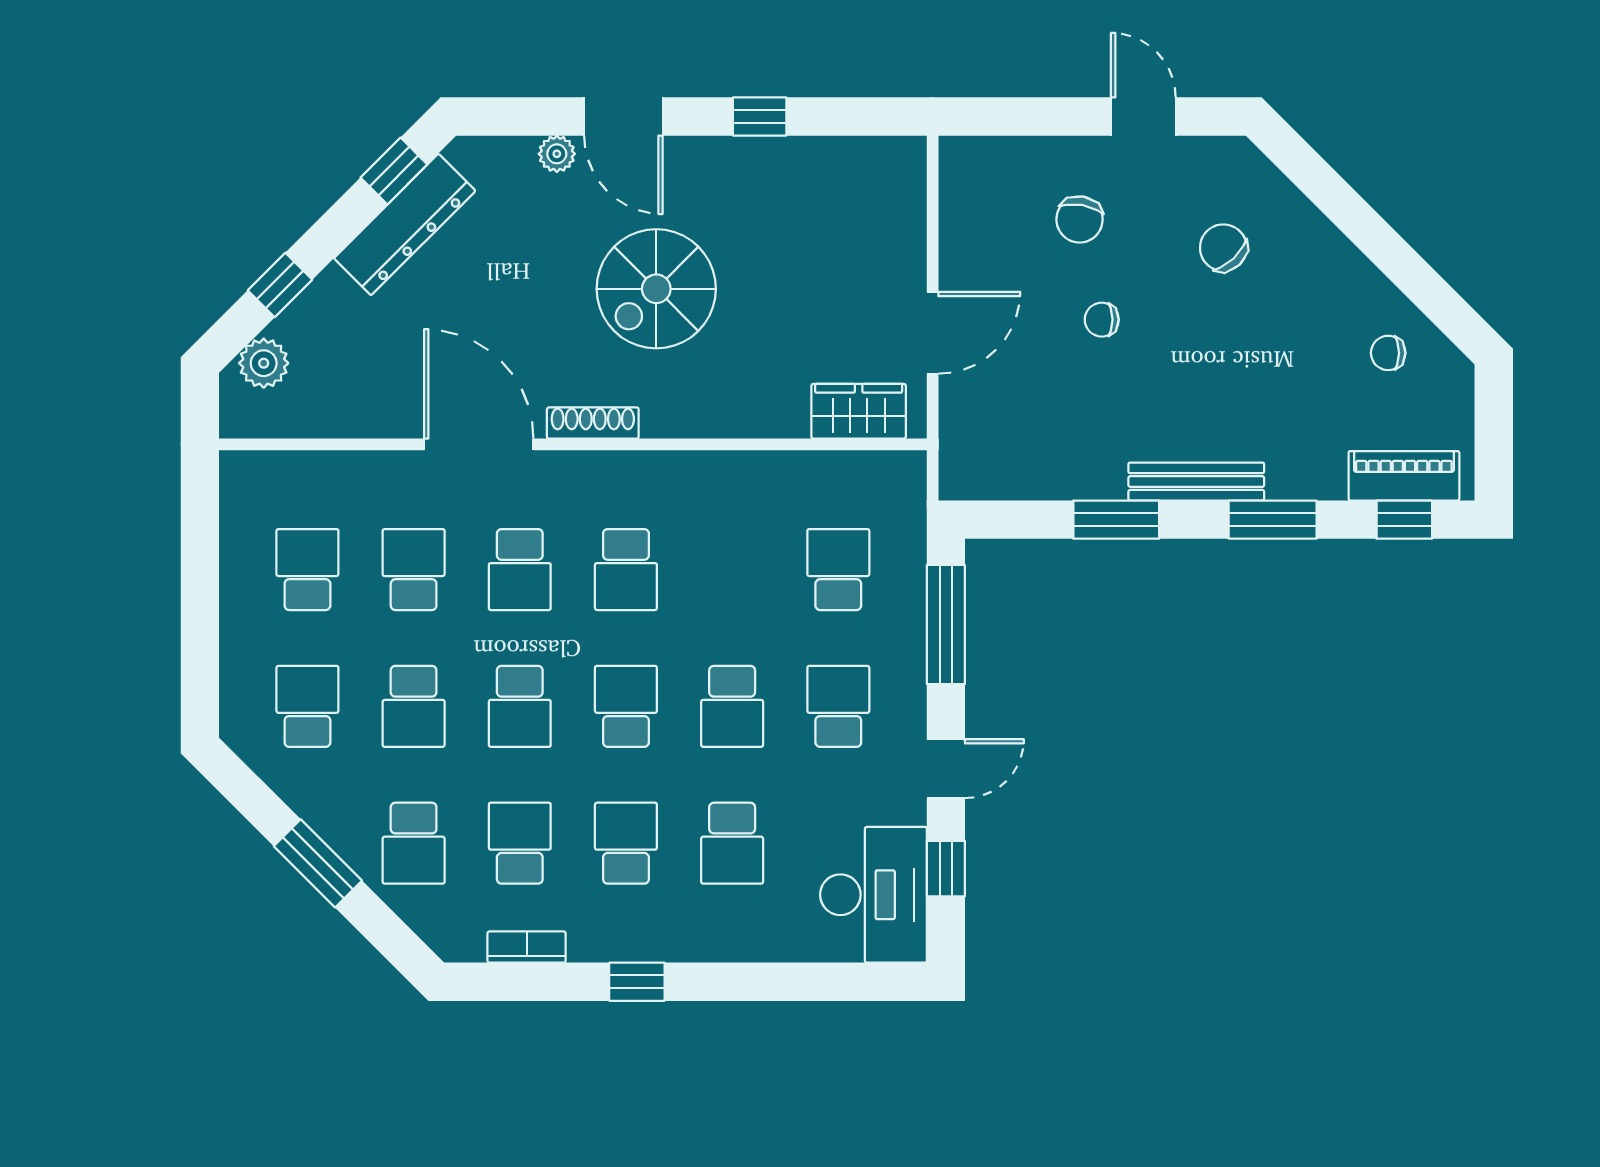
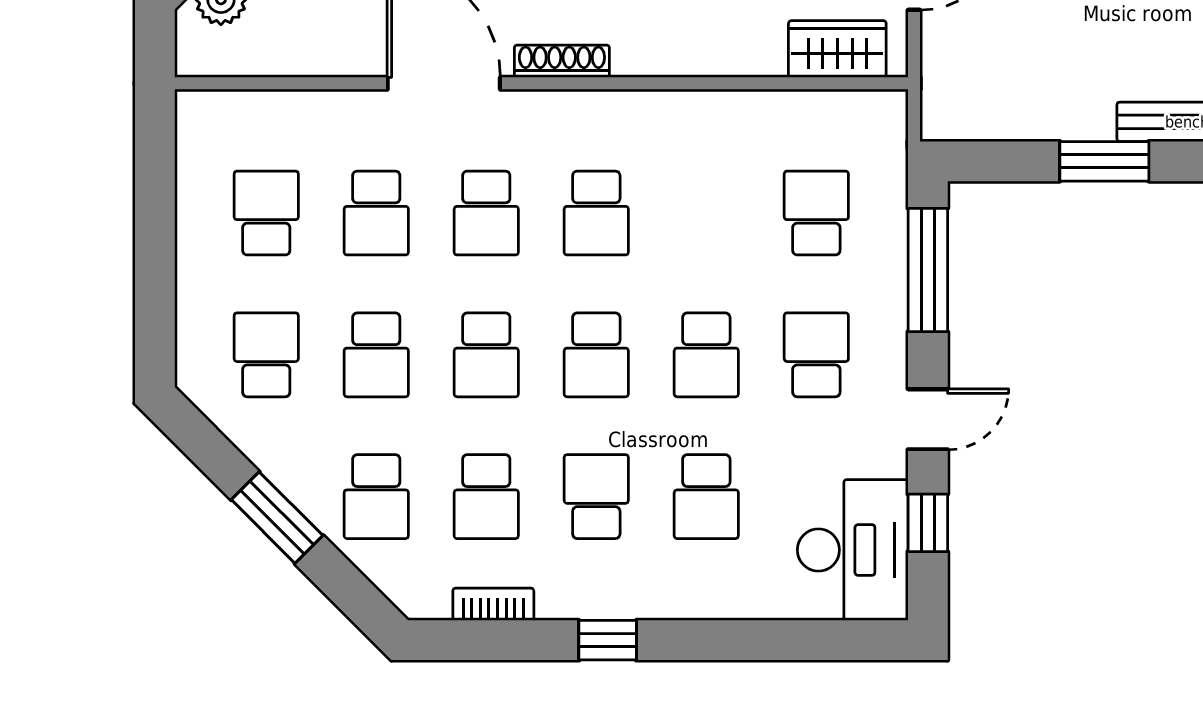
school desk: (414, 570) -> (376, 213), turned 180
school desk: (626, 706) -> (596, 355), turned 180
school desk: (520, 843) -> (486, 497), turned 180

